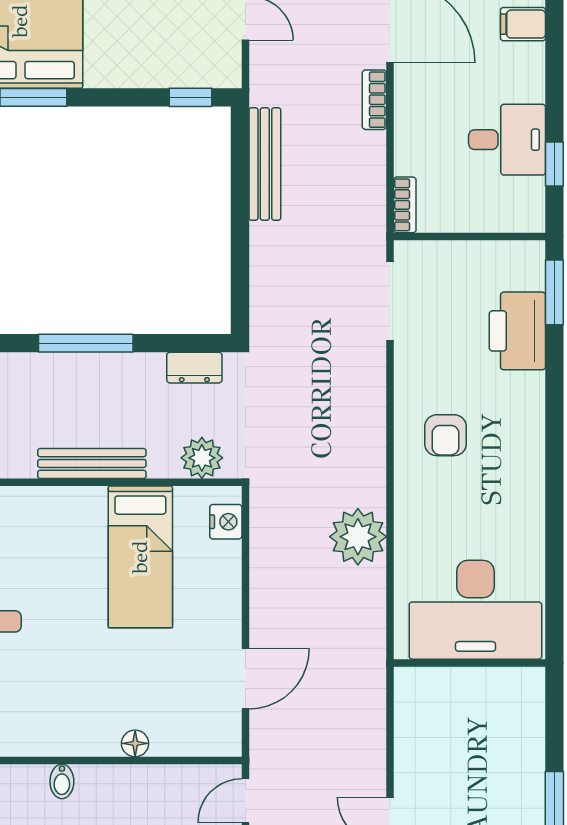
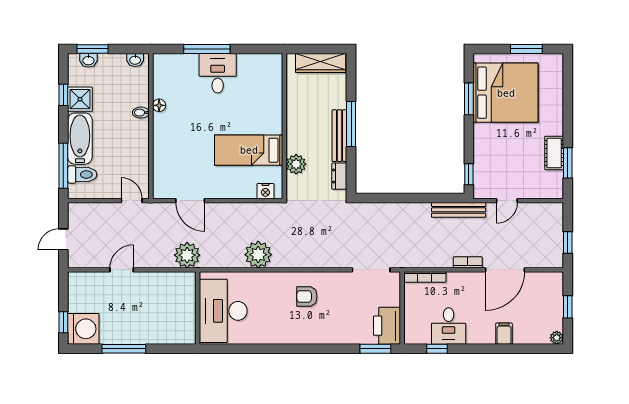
bench: (265, 164) -> (459, 210), moved
bookcase: (405, 205) -> (425, 277), width x1.56
printer: (517, 331) -> (387, 326), moved, turned -90
plant: (202, 458) -> (296, 164), moved
bench: (92, 463) -> (339, 136), moved
plant: (359, 685) -> (187, 255), added
floor lamp: (135, 743) -> (159, 105), moved

